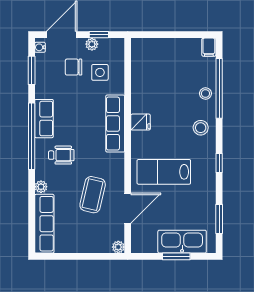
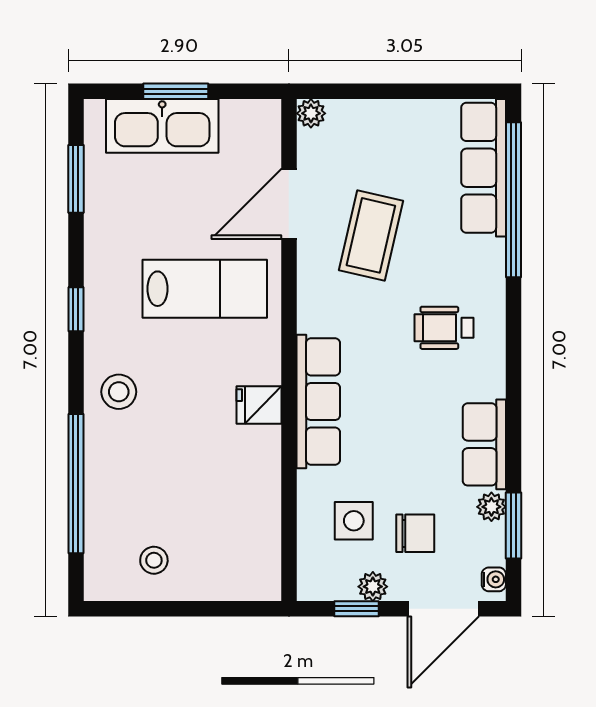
filing cabinet: (209, 47) -> (100, 580), removed
stool: (205, 94) -> (154, 560), moved
row of seats: (44, 119) -> (484, 444), moved
window: (32, 136) -> (513, 200), moved
plant: (41, 187) -> (491, 507), moved

